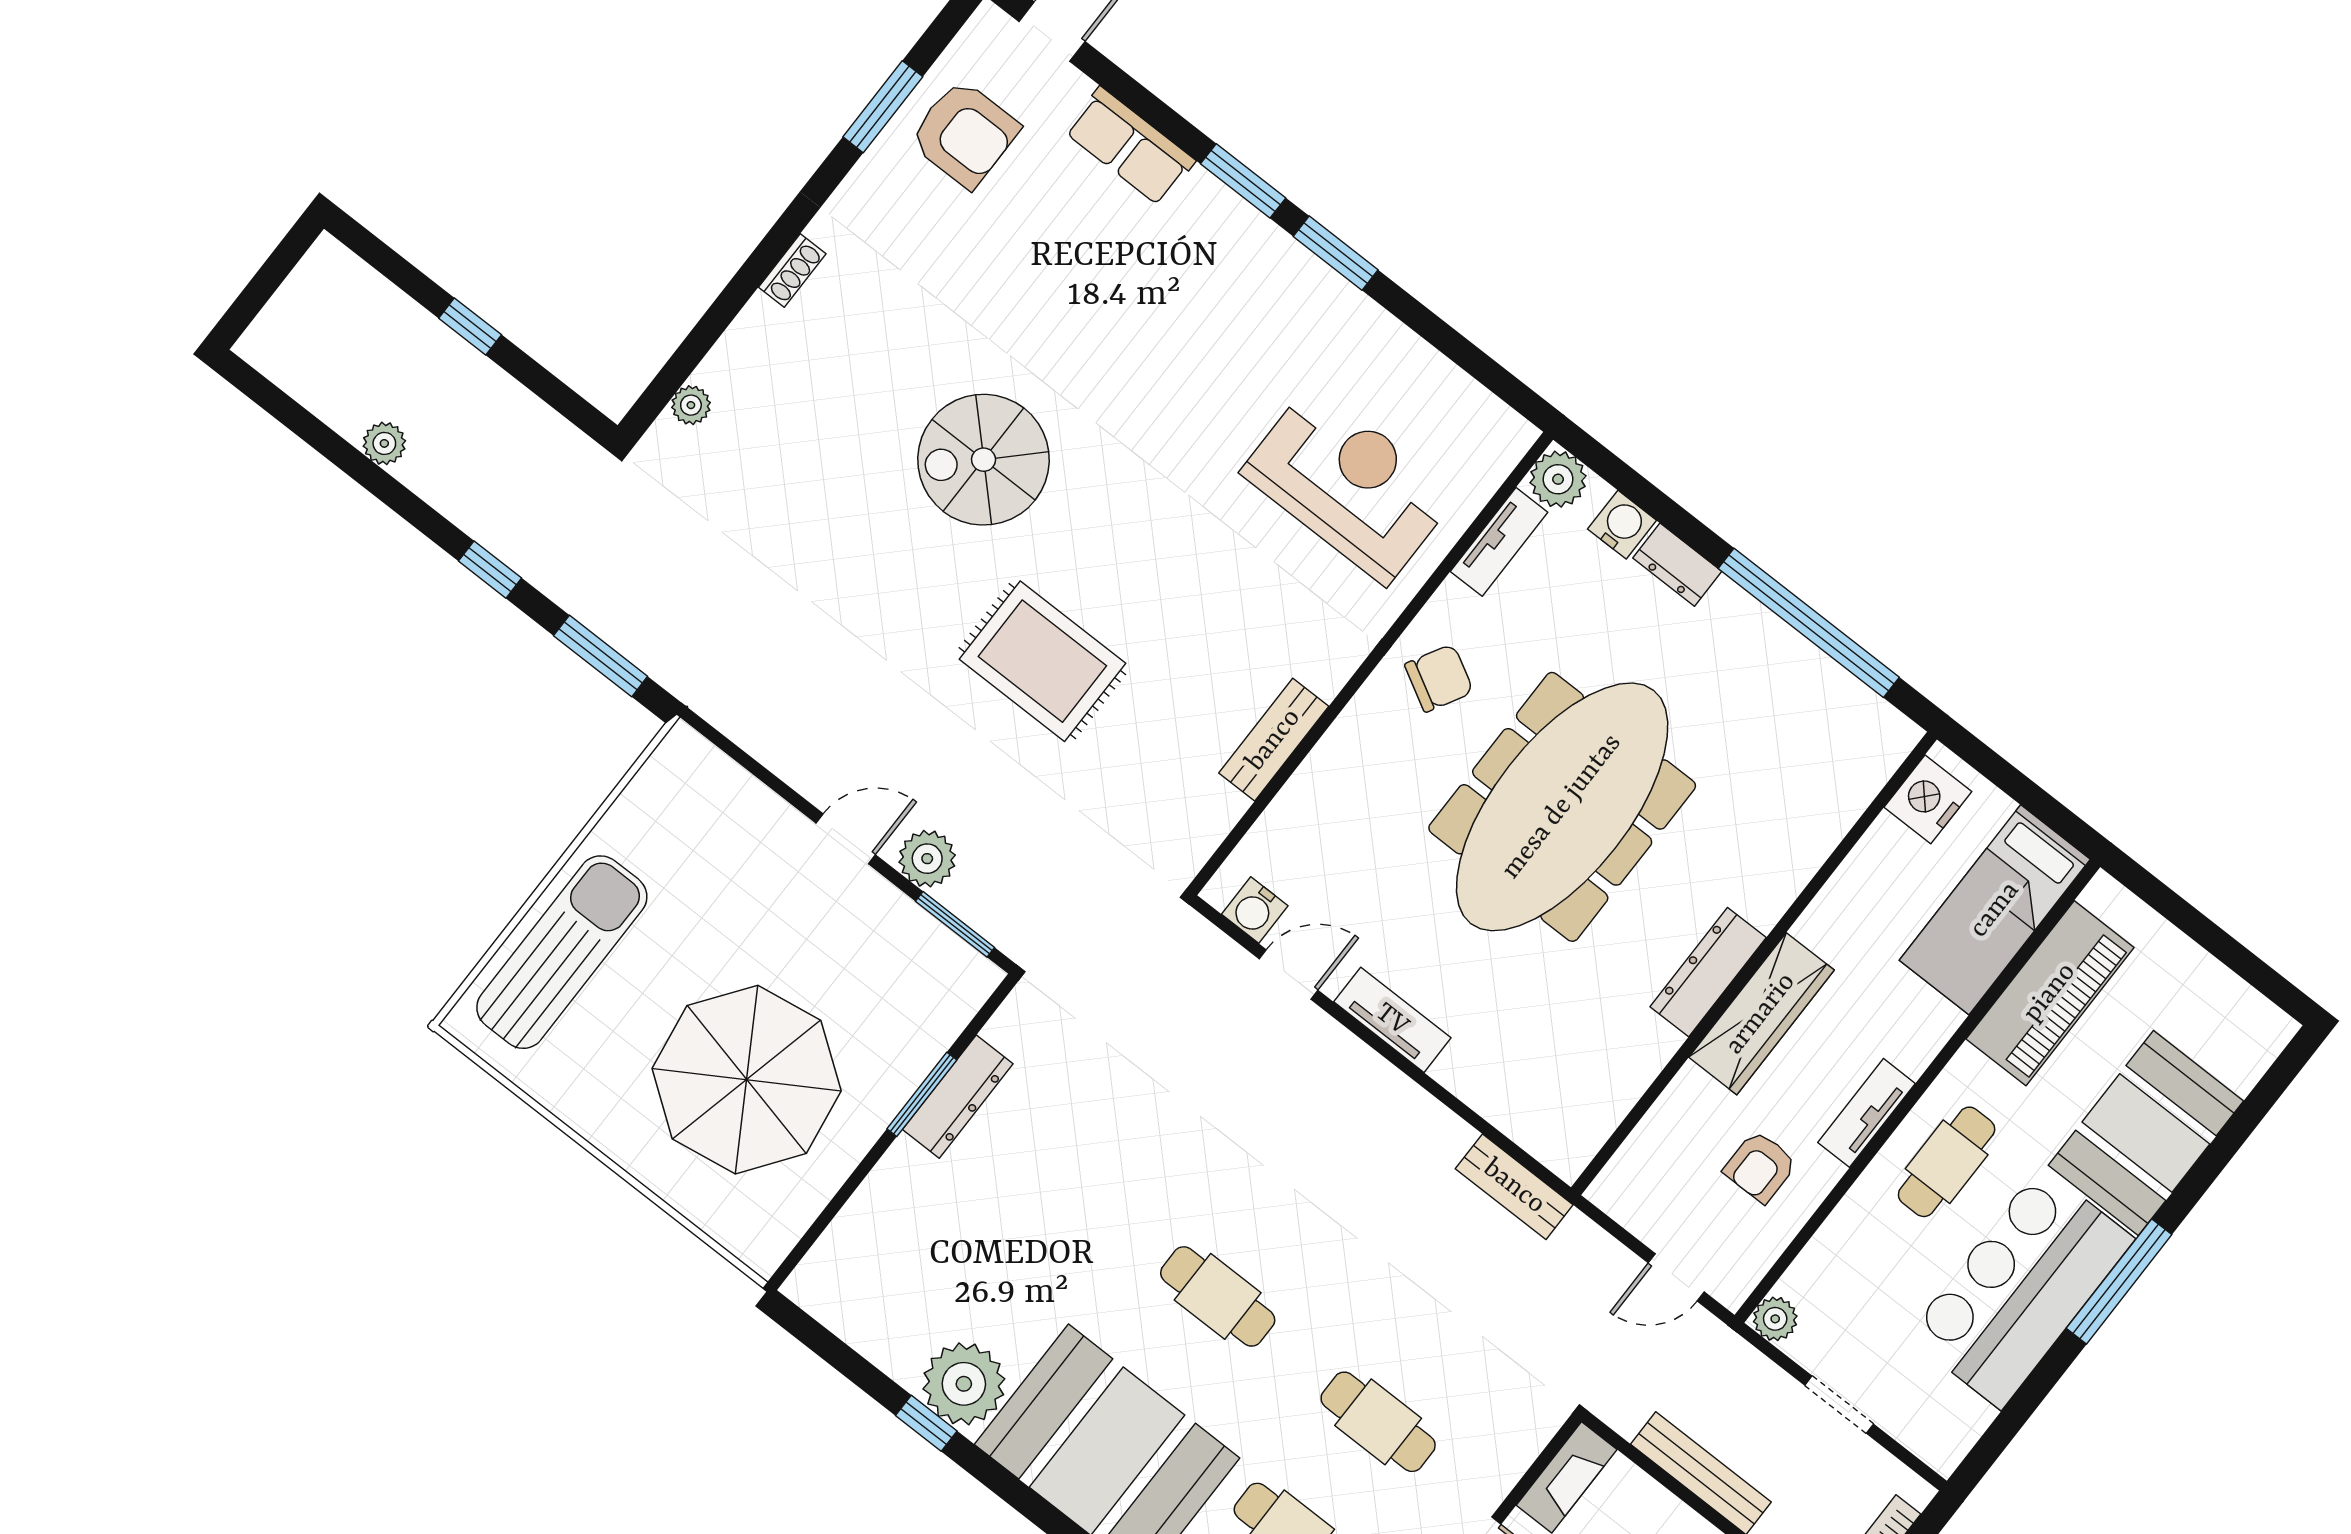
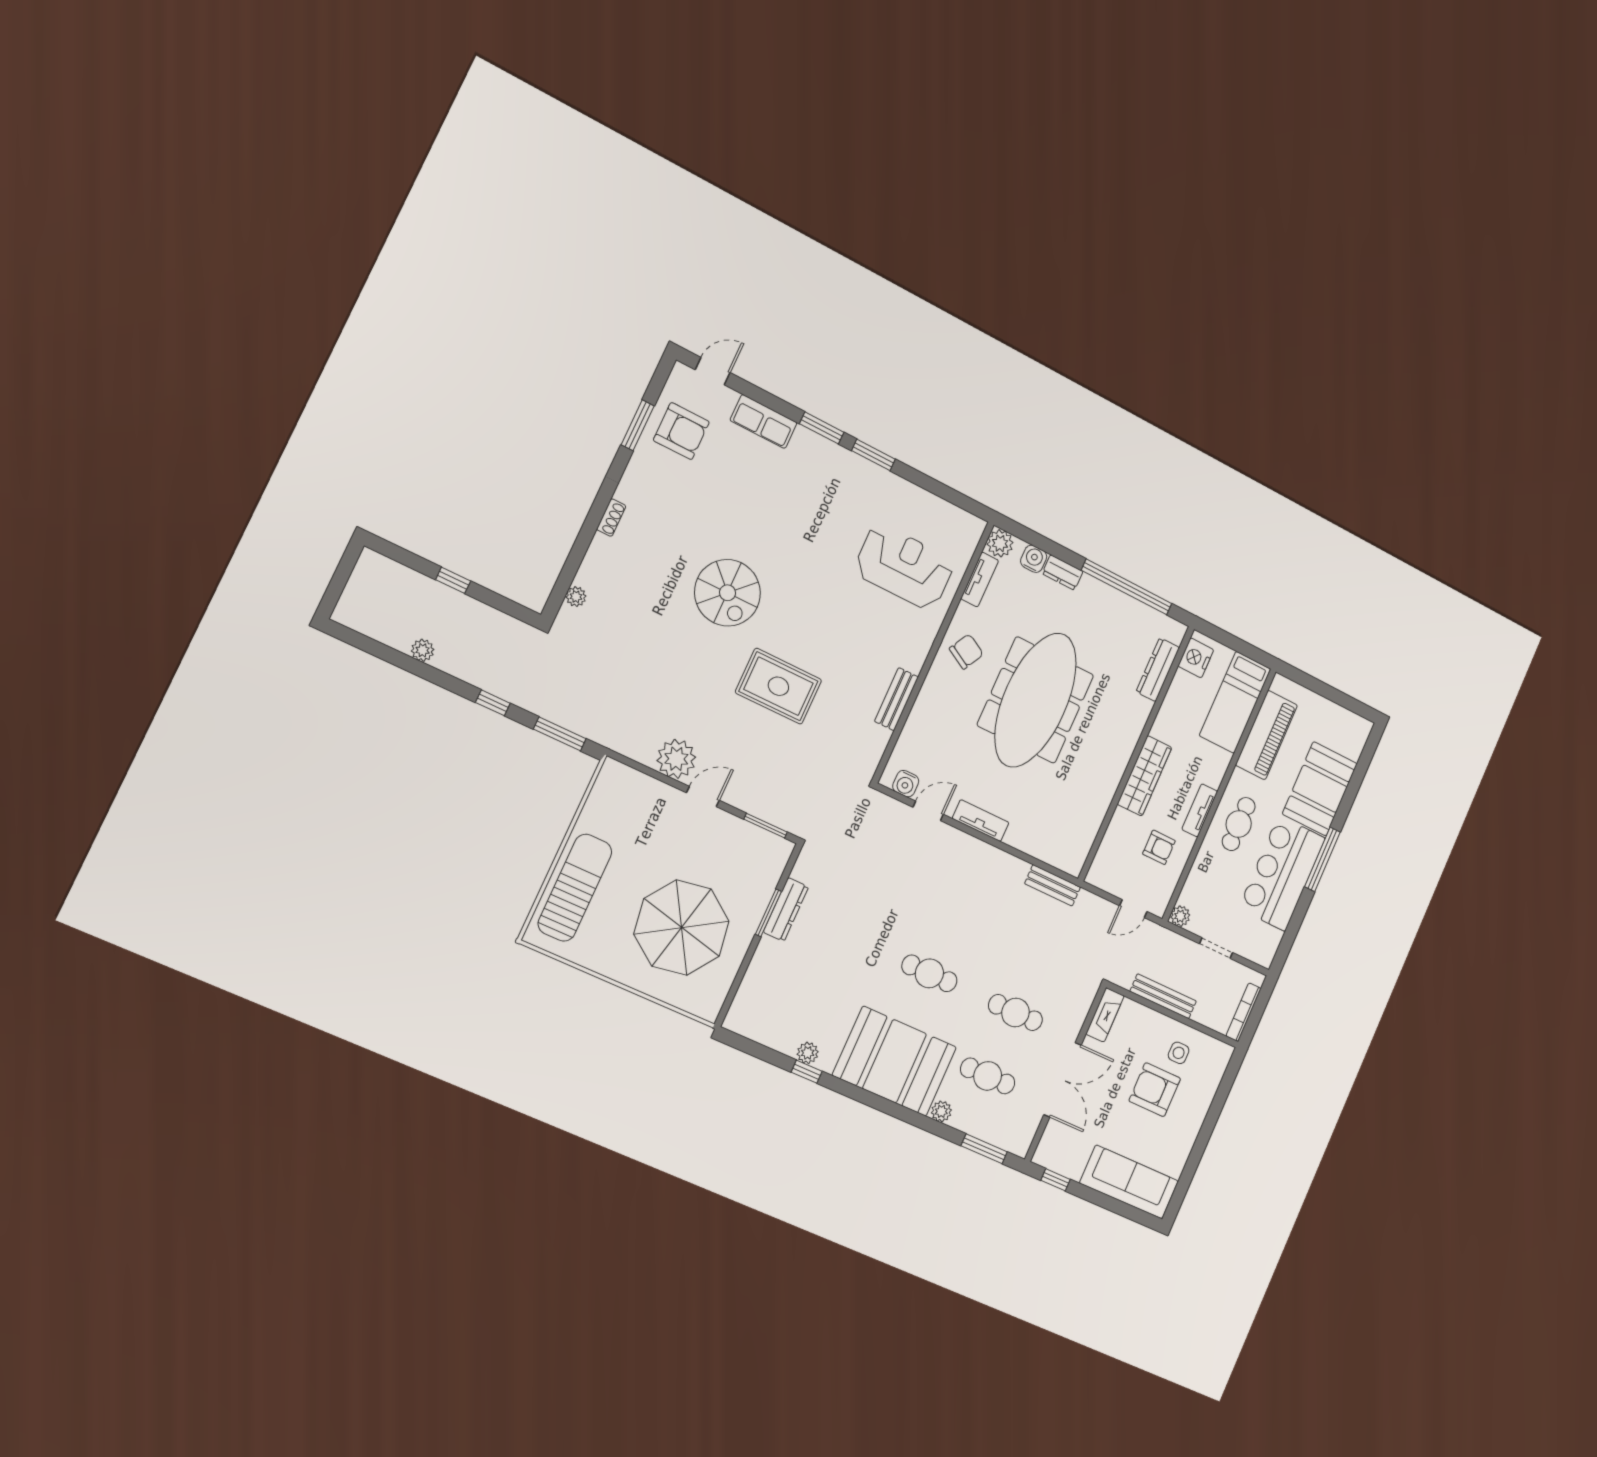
spiral stairs: (984, 460) -> (728, 593), turned -90
plant: (927, 859) -> (676, 759), moved, width x1.36, depth x1.36
dresser: (1708, 972) -> (1158, 670), moved
armchair: (1760, 1167) -> (1159, 847), turned -90
plant: (964, 1384) -> (808, 1053), width x0.53, depth x0.53

